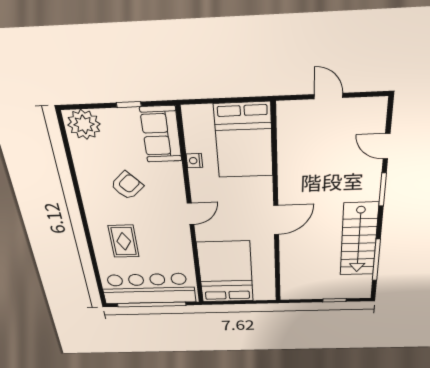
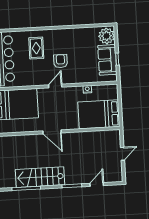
sofa: (161, 134) -> (107, 60), moved, turned -90
armchair: (127, 186) -> (61, 61), moved, turned -137
door: (191, 214) -> (55, 86), swing flipped
rug: (124, 241) -> (36, 48), turned 90

